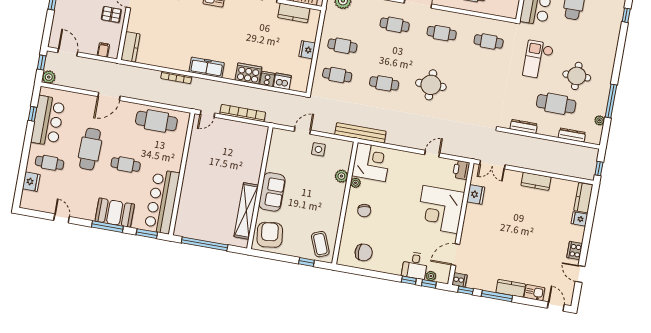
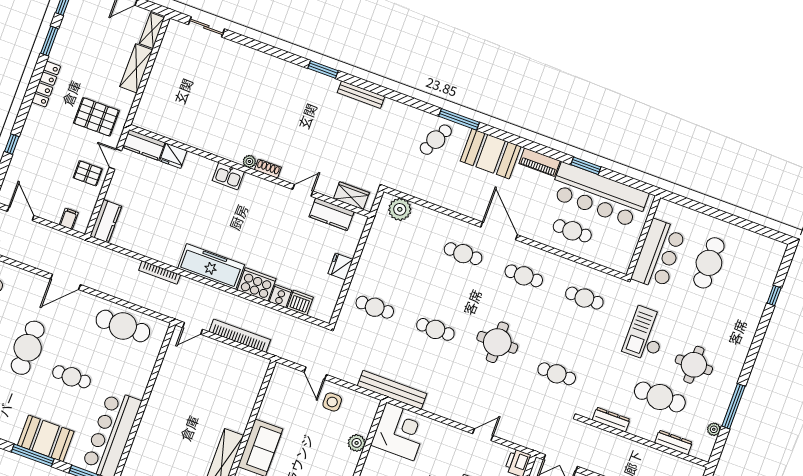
cafe table: (342, 46) -> (557, 374), moved
freezer: (207, 67) -> (211, 267), width x1.36, depth x1.26
door: (302, 131) -> (315, 373), swing flipped
plant: (355, 183) -> (374, 455), removed

